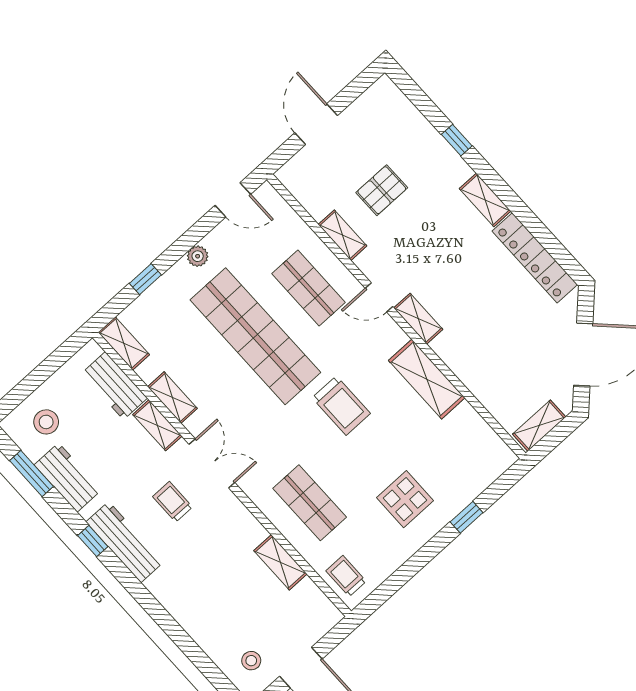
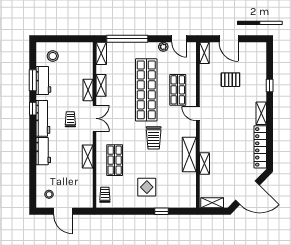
door: (316, 124) -> (229, 39), swing flipped
shelving: (343, 235) -> (204, 53), moved
plant: (198, 256) -> (163, 47), moved
window: (145, 279) -> (127, 39), width x3.17
shelving: (418, 319) -> (204, 164), moved
workbench: (114, 386) -> (43, 151), moved, turned 180
window: (32, 473) -> (33, 80), moved
shelving: (280, 562) -> (88, 156), moved

